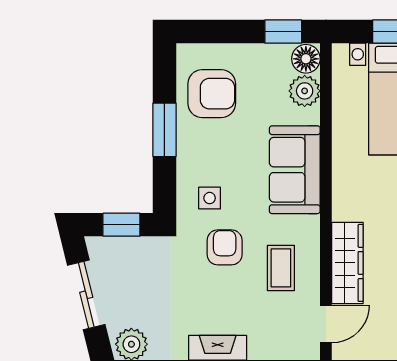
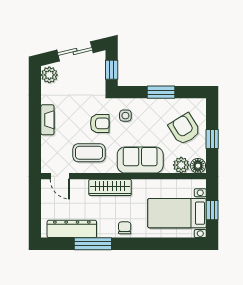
window: (283, 32) -> (212, 139), moved
armchair: (212, 94) -> (185, 129), moved, turned 148
wardrobe: (347, 263) -> (110, 187), moved
coffee table: (281, 268) -> (89, 153), width x1.36, depth x1.30

